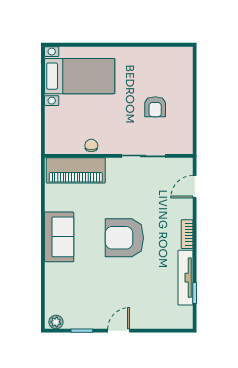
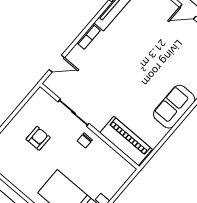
chair: (91, 145) -> (85, 140), moved
armchair: (124, 238) -> (132, 70), removed

